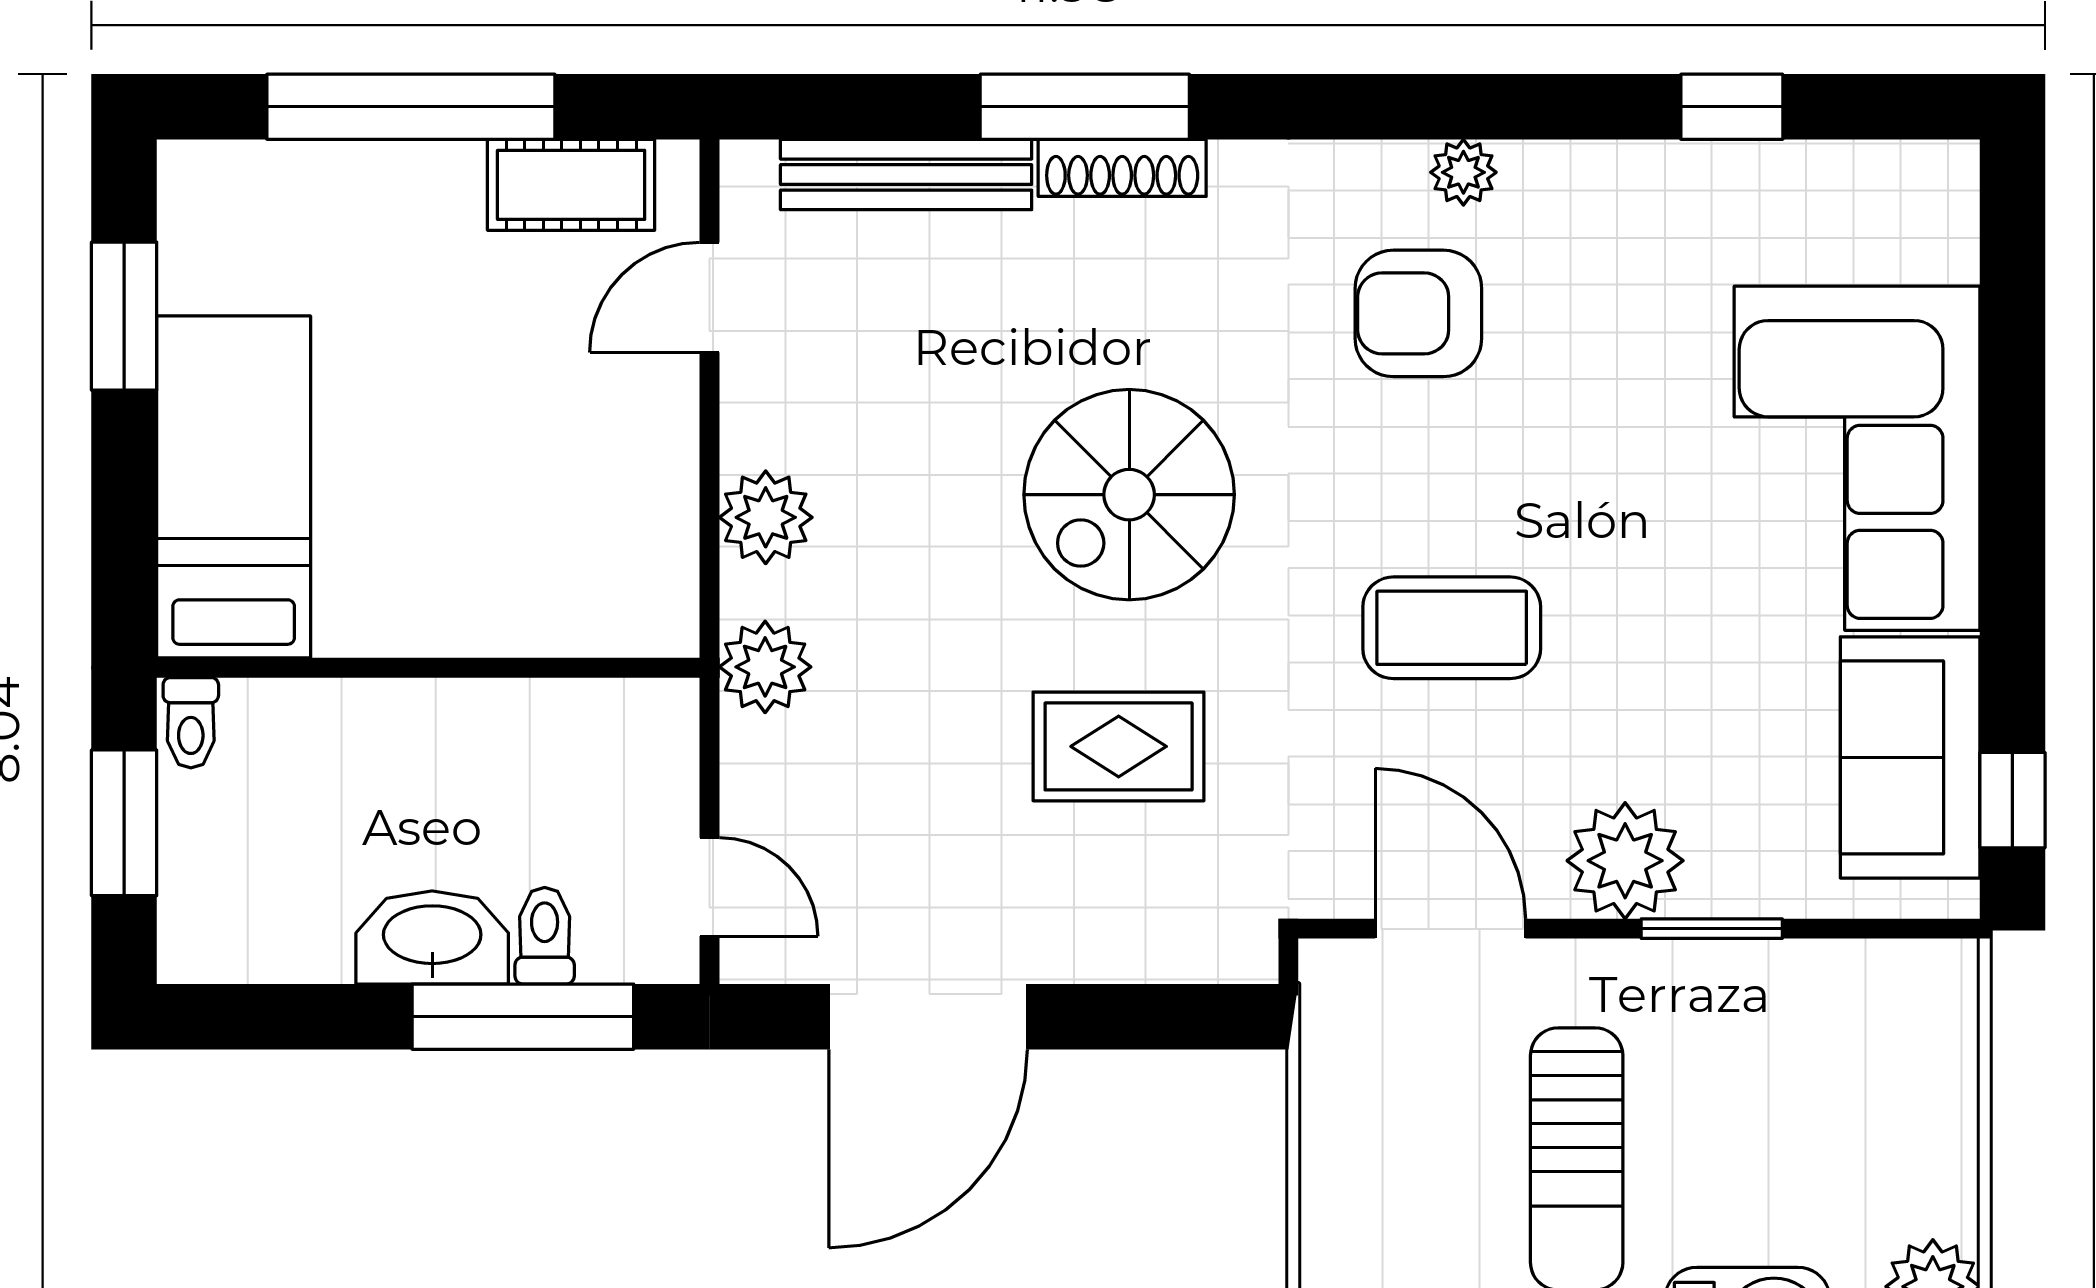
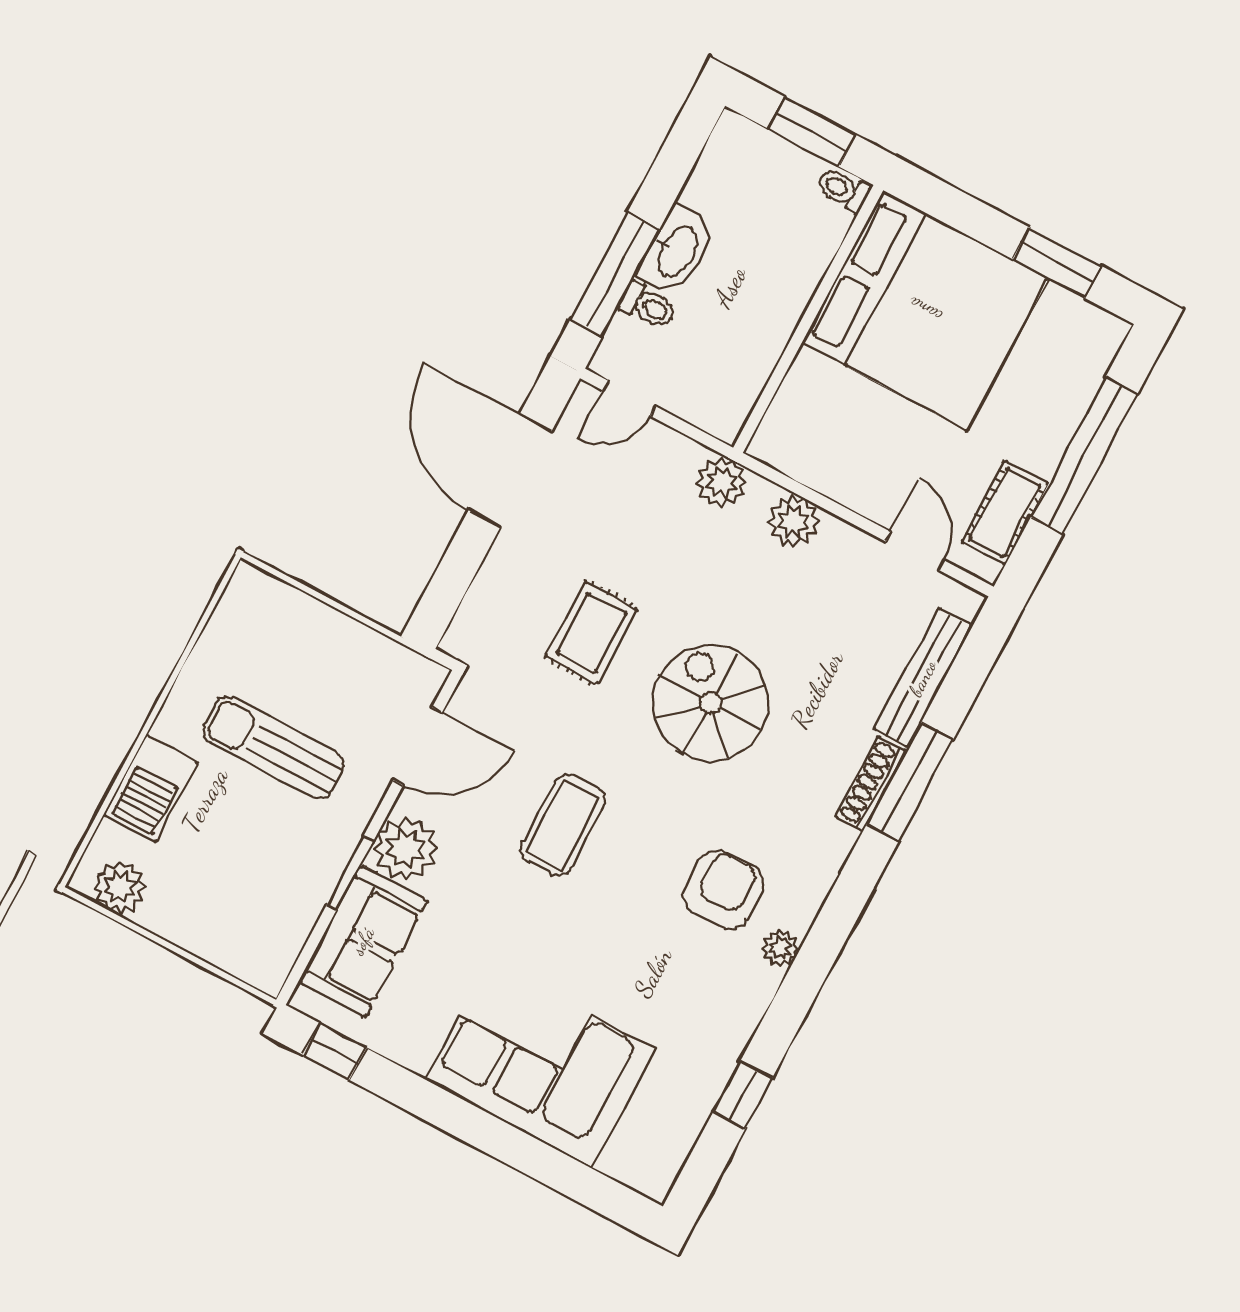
bed: (234, 487) -> (925, 310), width x2.04
sofa: (1910, 757) -> (363, 941), moved, turned 90

